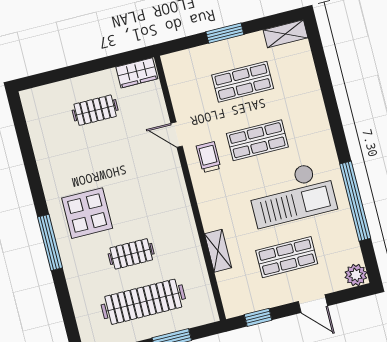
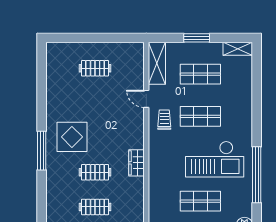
wardrobe: (137, 73) -> (136, 163), moved, turned 90
shelving: (218, 251) -> (157, 63), moved, width x1.50, depth x1.33
clothes rail: (143, 302) -> (95, 207), width x0.54, depth x0.76

